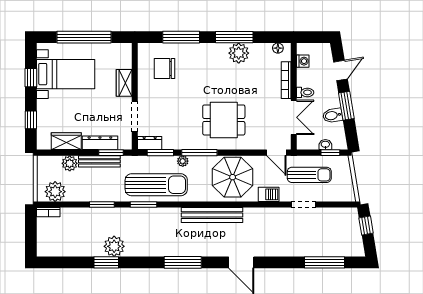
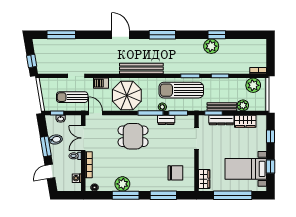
wardrobe: (124, 83) -> (204, 179), moved
dresser: (150, 143) -> (166, 120), moved

